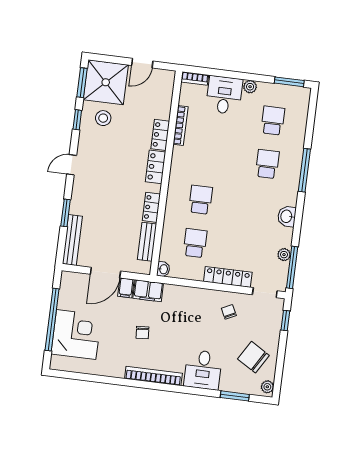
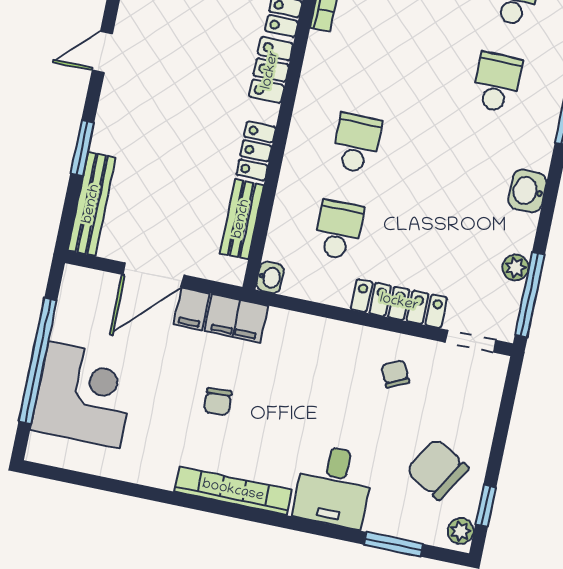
window: (285, 320) -> (486, 506), moved

